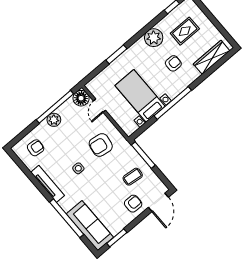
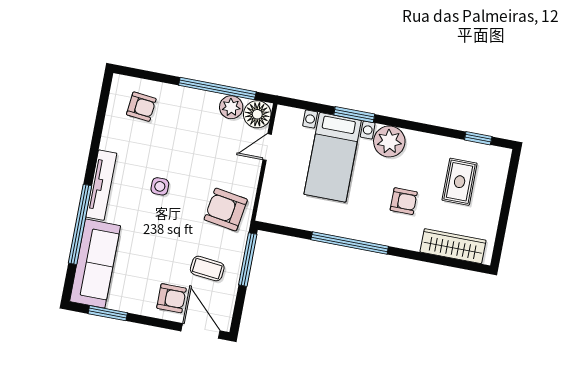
rug: (185, 31) -> (460, 182), turned 90
plant: (154, 38) -> (389, 141), moved
bed with nightstands: (140, 96) -> (333, 157), moved, turned 180
plant: (54, 120) -> (231, 107), moved
armchair: (101, 145) -> (226, 210), moved
tv unit: (48, 184) -> (101, 185), moved
door: (158, 202) -> (200, 331), swing flipped

